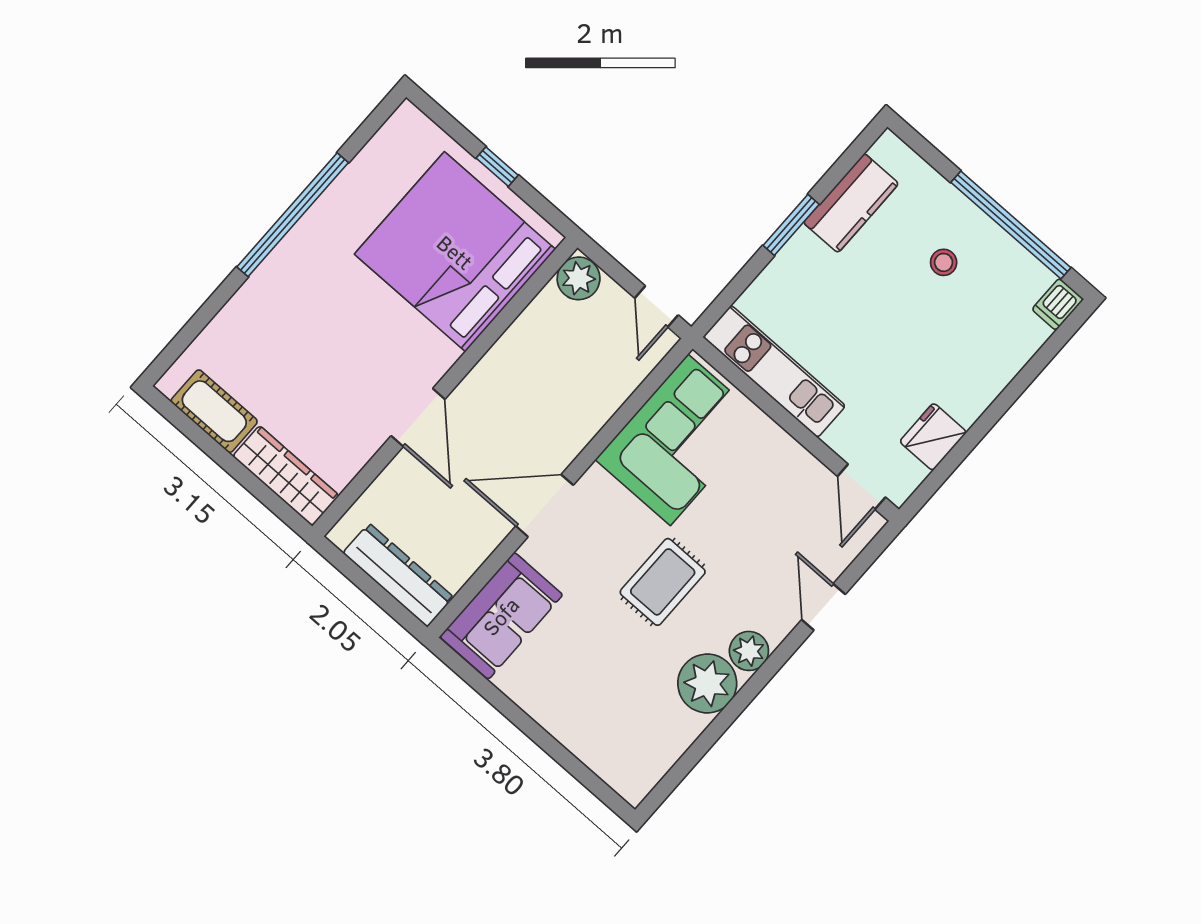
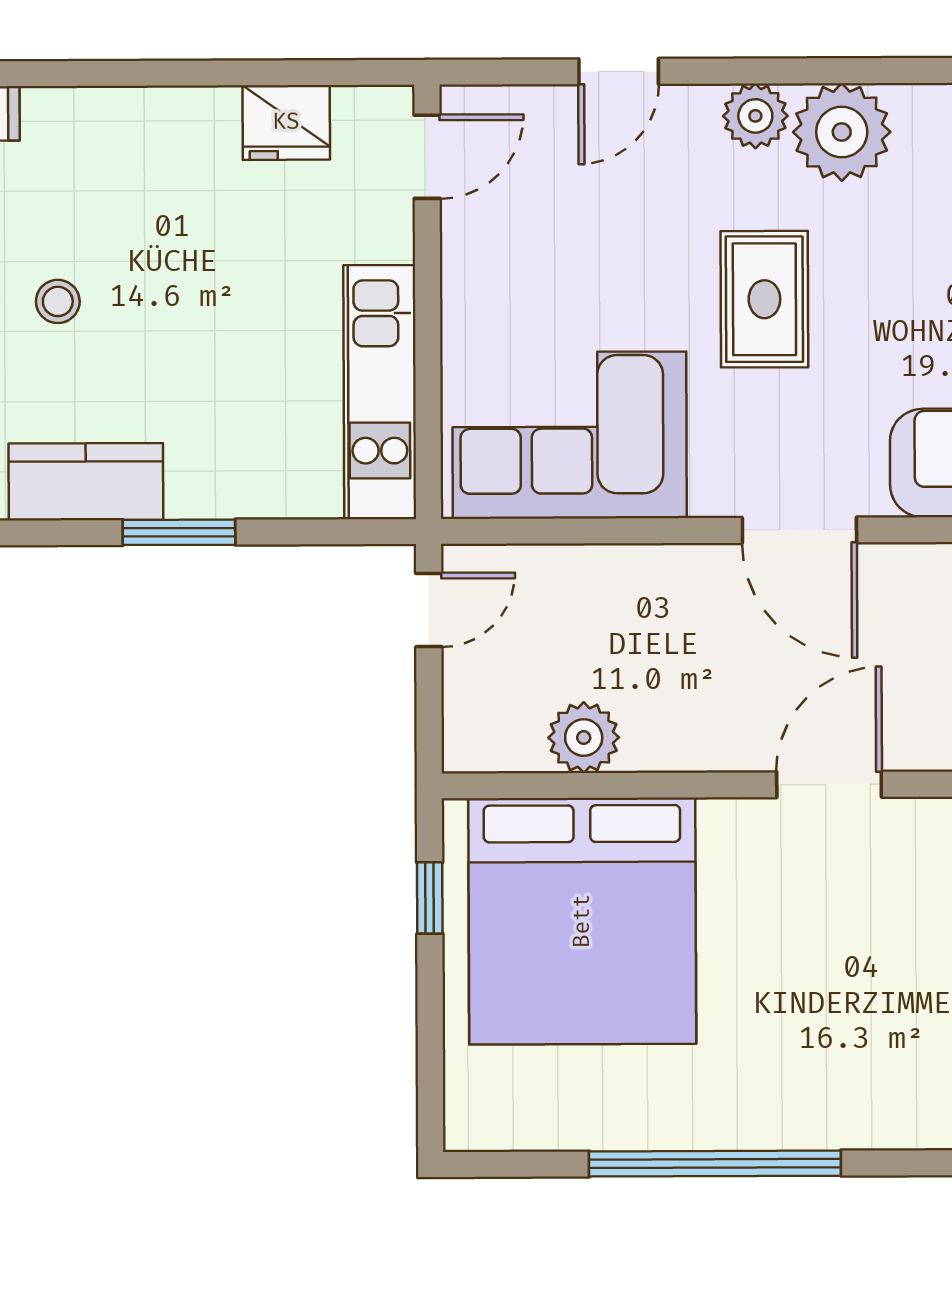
window: (497, 167) -> (430, 898), moved
plant: (579, 278) -> (584, 738), moved
rug: (663, 582) -> (764, 299), turned 90

